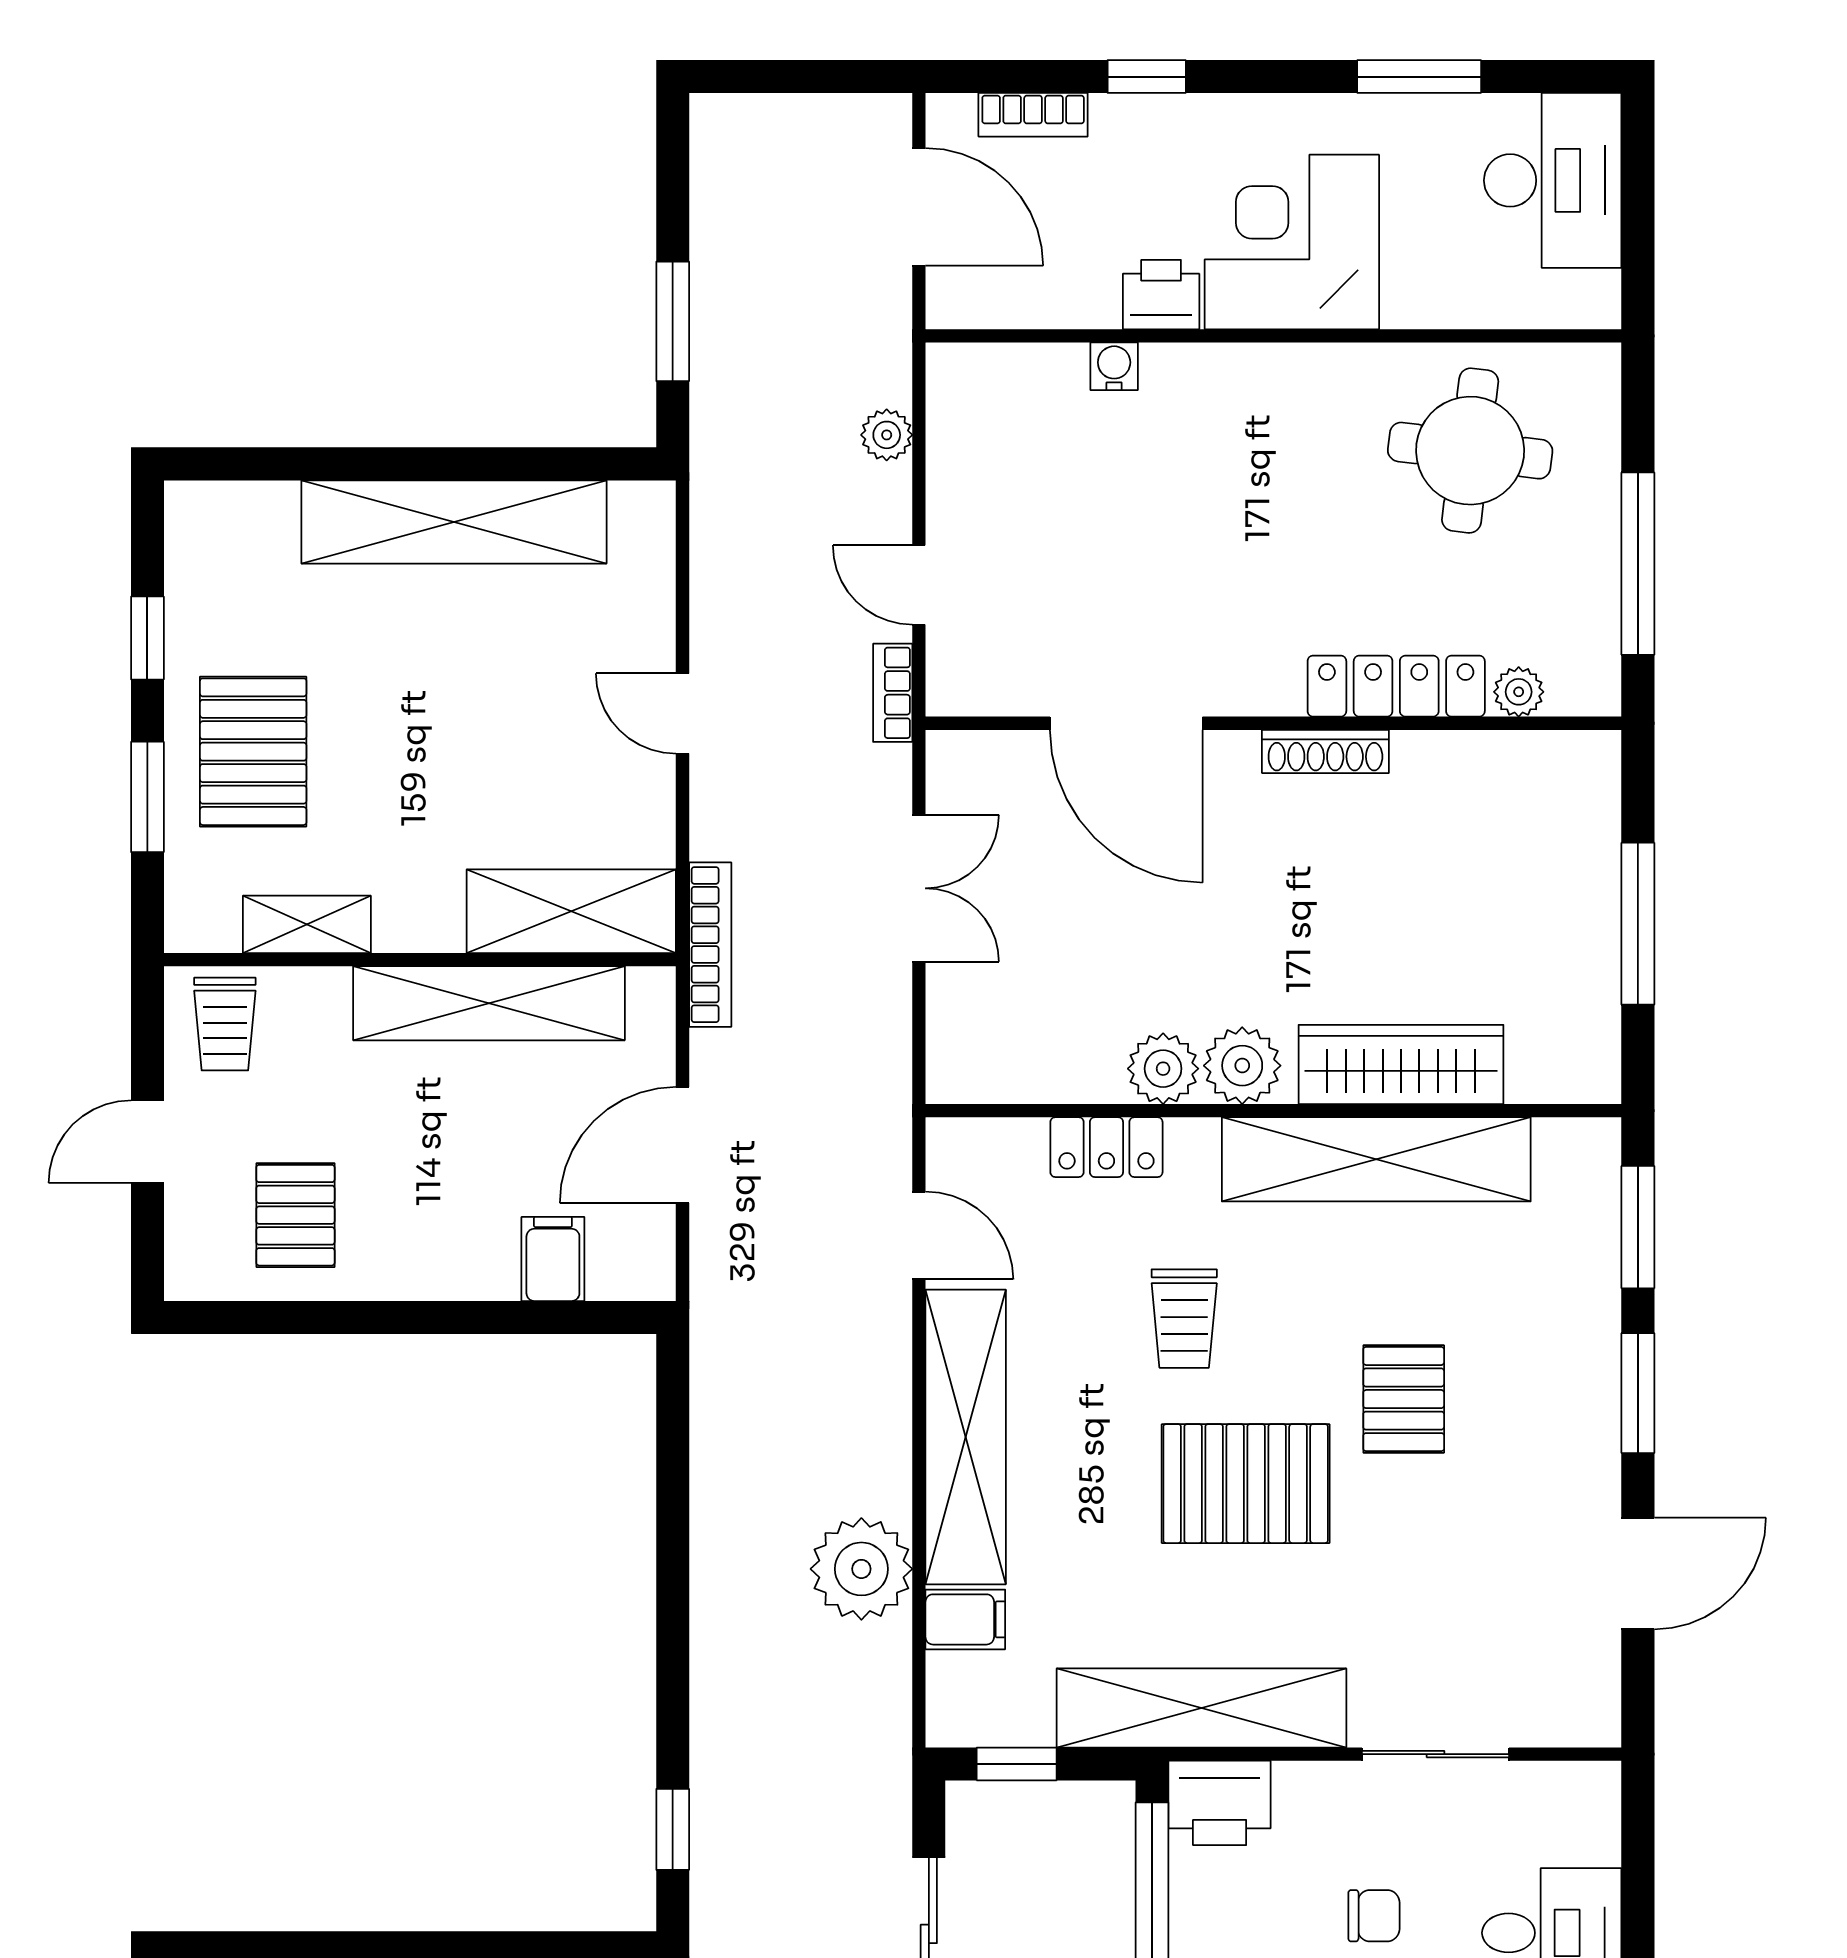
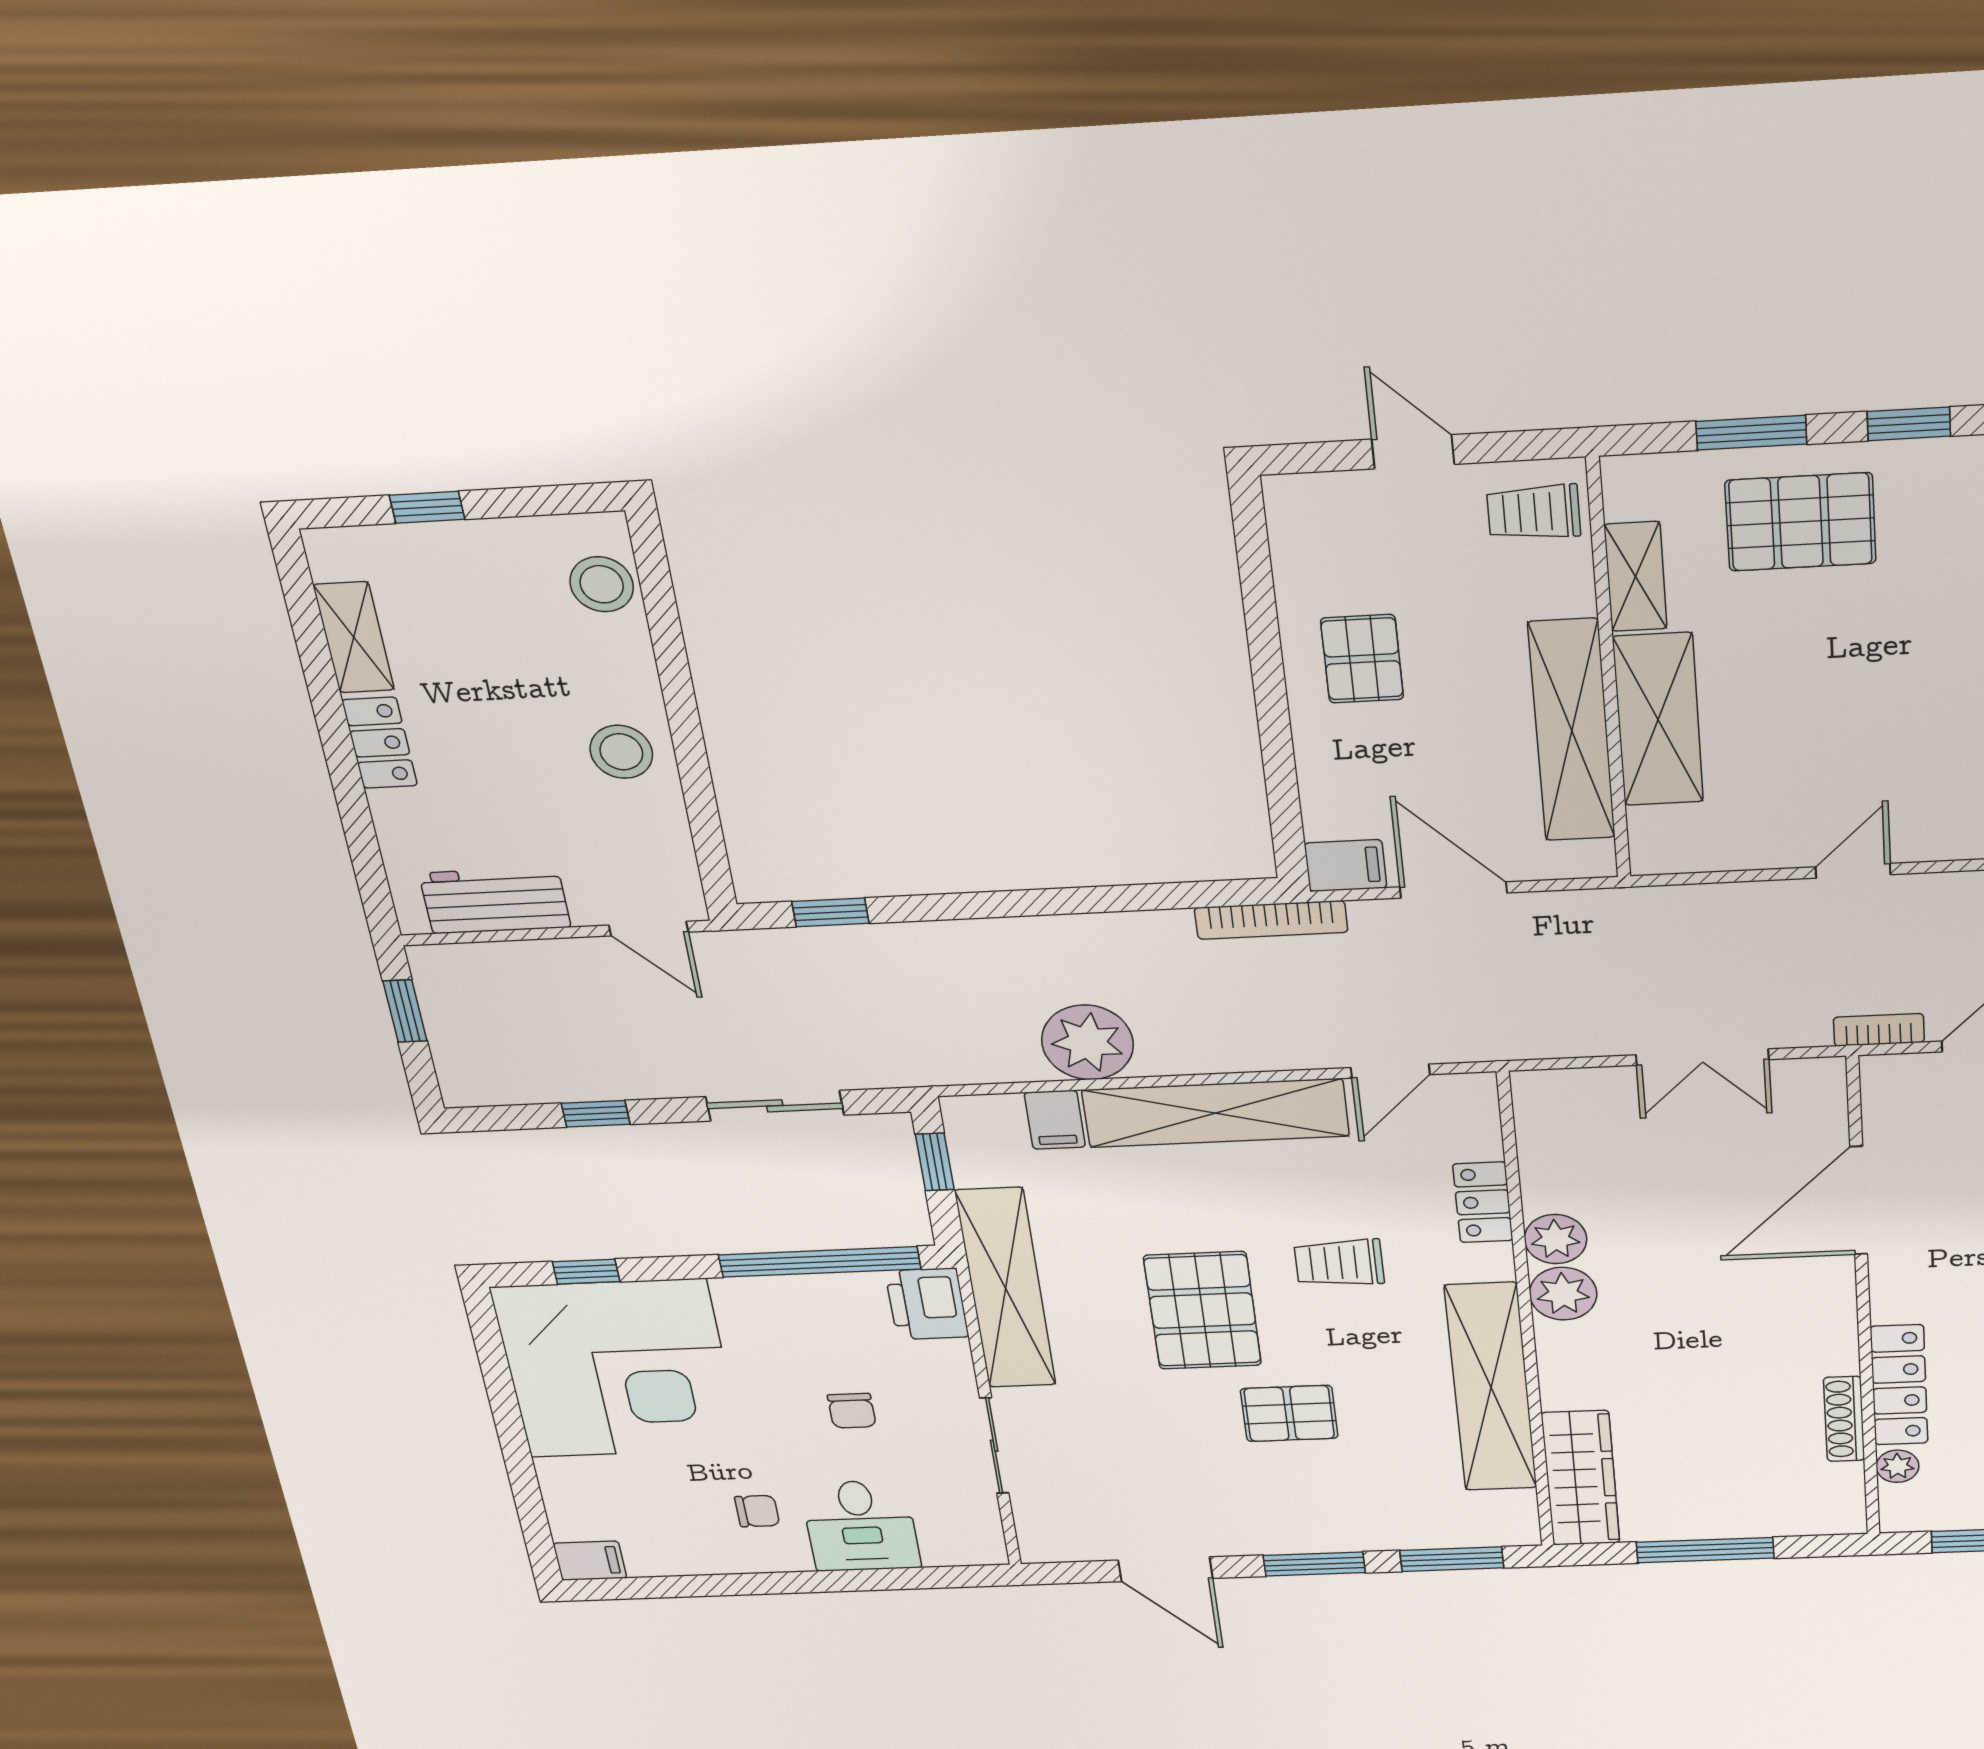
shoe rack: (1325, 751) -> (1844, 1419), moved
shelving: (571, 911) -> (1658, 720), moved
bookcase: (710, 945) -> (1271, 920), moved
wardrobe: (1401, 1064) -> (1581, 1478), moved
pallet: (295, 1215) -> (1362, 659), moved, turned 90
filing cabinet: (553, 1259) -> (1346, 866), moved

